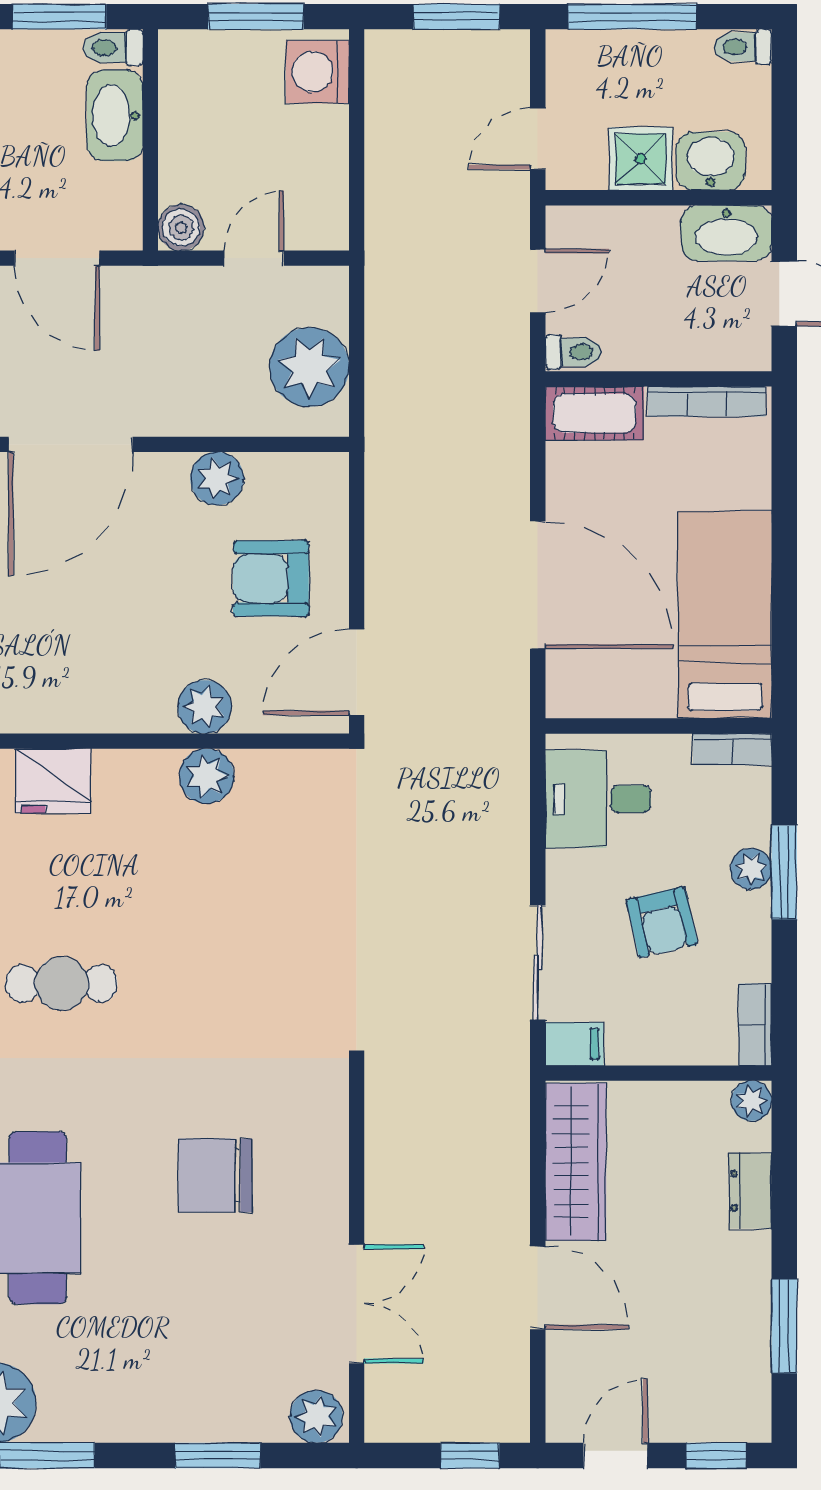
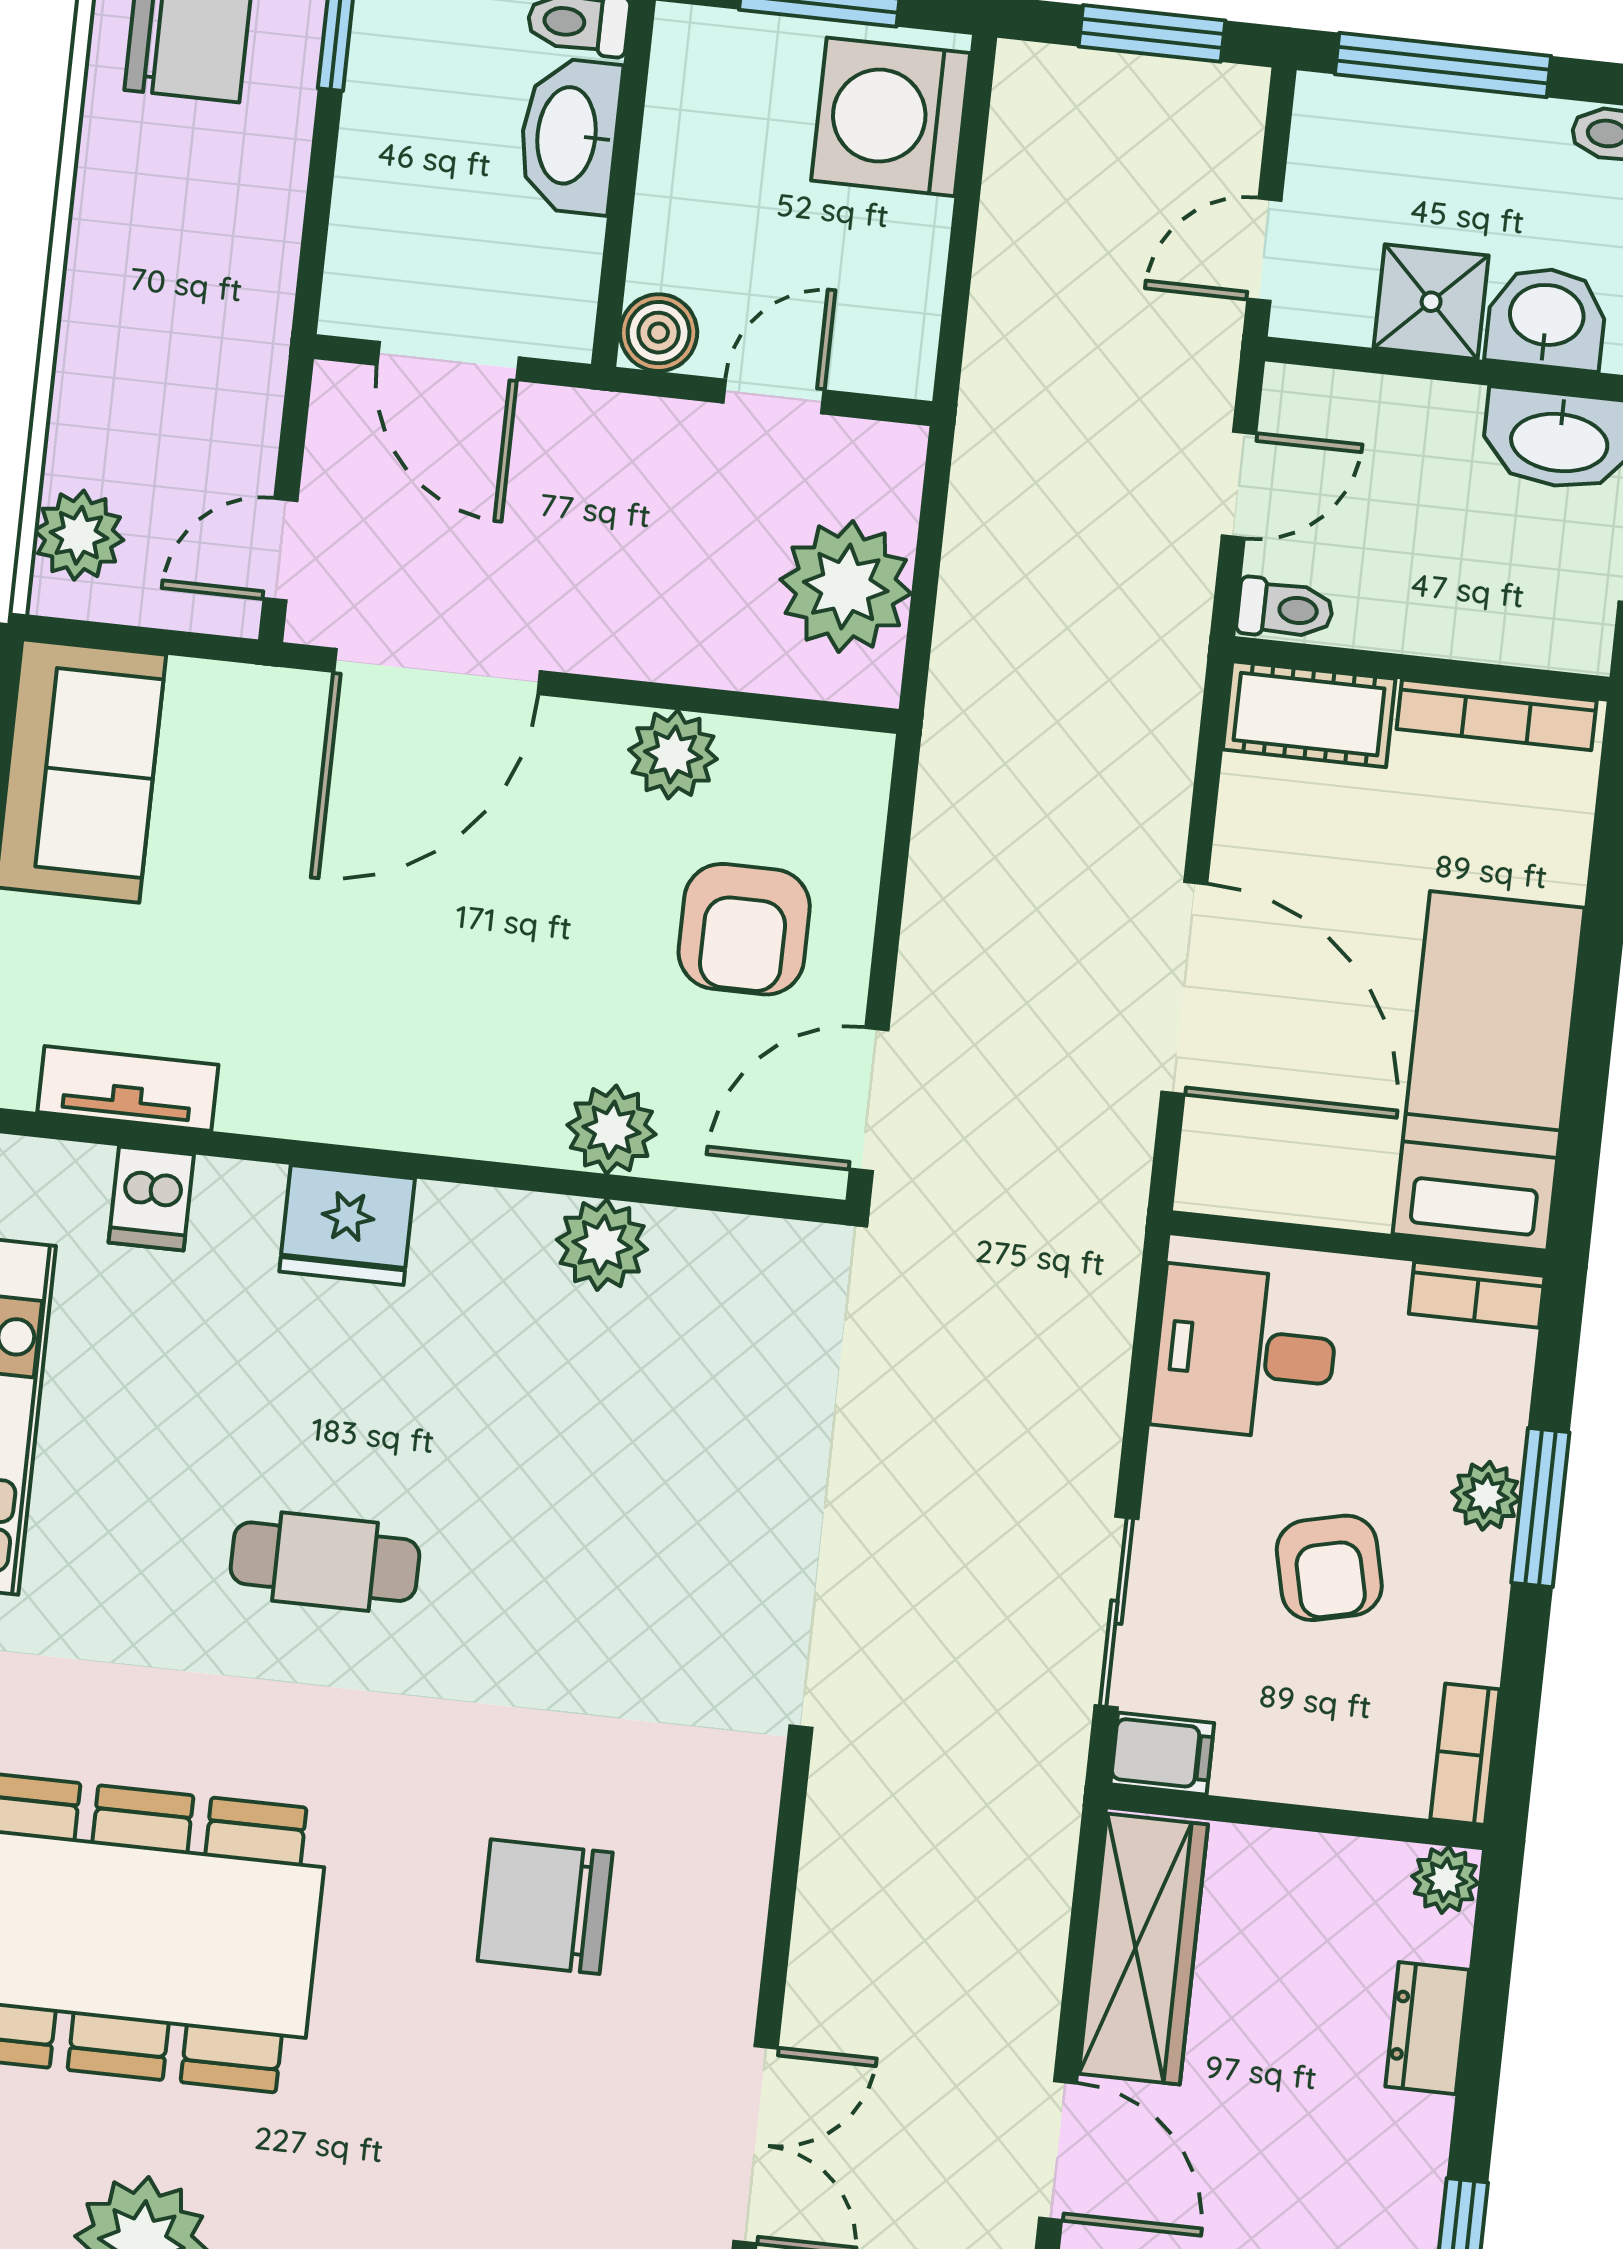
washing machine: (317, 72) -> (891, 117), width x1.37, depth x1.37
armchair: (271, 578) -> (744, 929), turned -90

